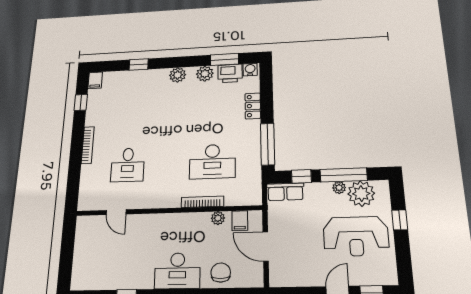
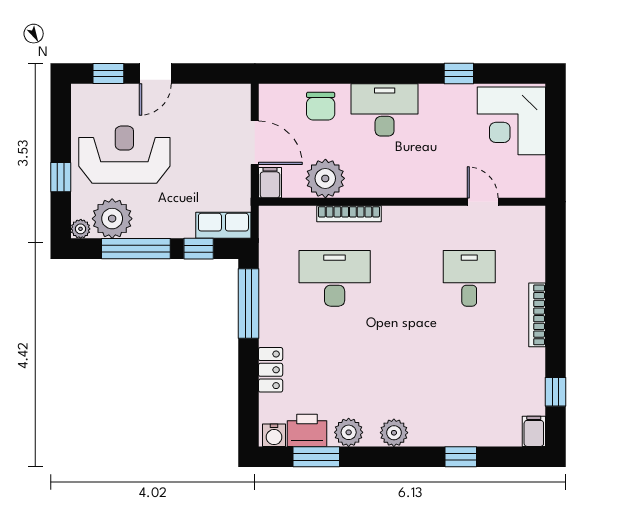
plant: (339, 188) -> (81, 229), moved
plant: (218, 218) -> (325, 178), width x1.88, depth x1.88
filing cabinet: (240, 221) -> (270, 183), moved
corner desk: (94, 265) -> (511, 121), added

